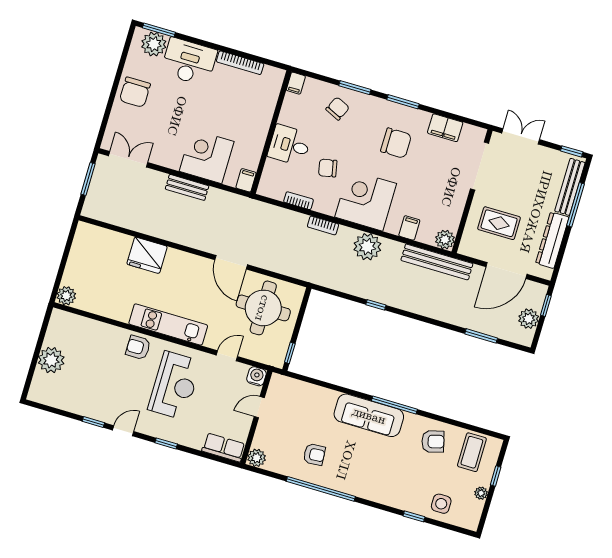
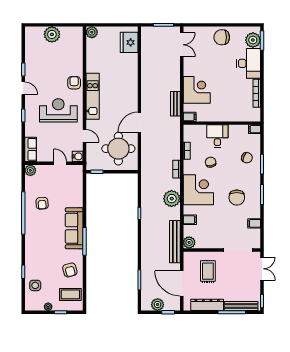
filing cabinet: (445, 128) -> (254, 223), width x0.50
bench: (187, 187) -> (175, 104), moved
fridge: (147, 255) -> (129, 42), moved
reception desk: (175, 385) -> (58, 110), turned 180

